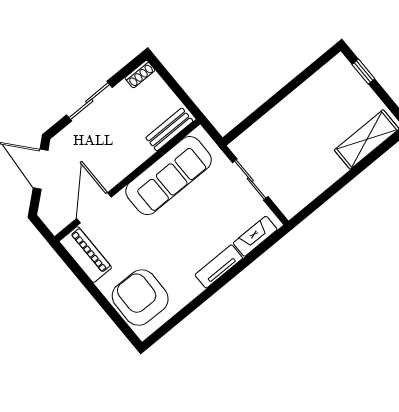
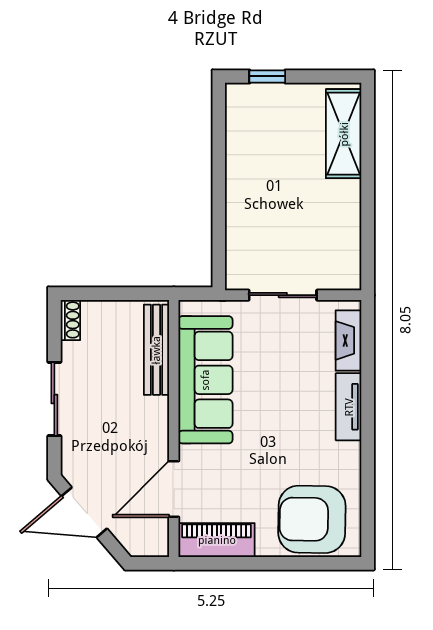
bench: (169, 129) -> (156, 350), width x1.36
door: (94, 208) -> (174, 489), hinge flipped

